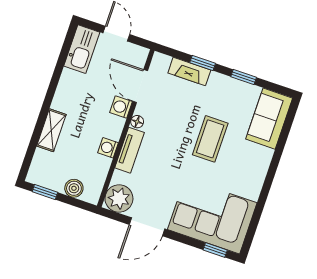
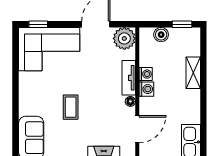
door: (140, 86) -> (137, 129), hinge flipped
washing machine: (121, 107) -> (146, 89), moved
coffee table: (210, 139) -> (71, 107), width x0.73, depth x0.77

